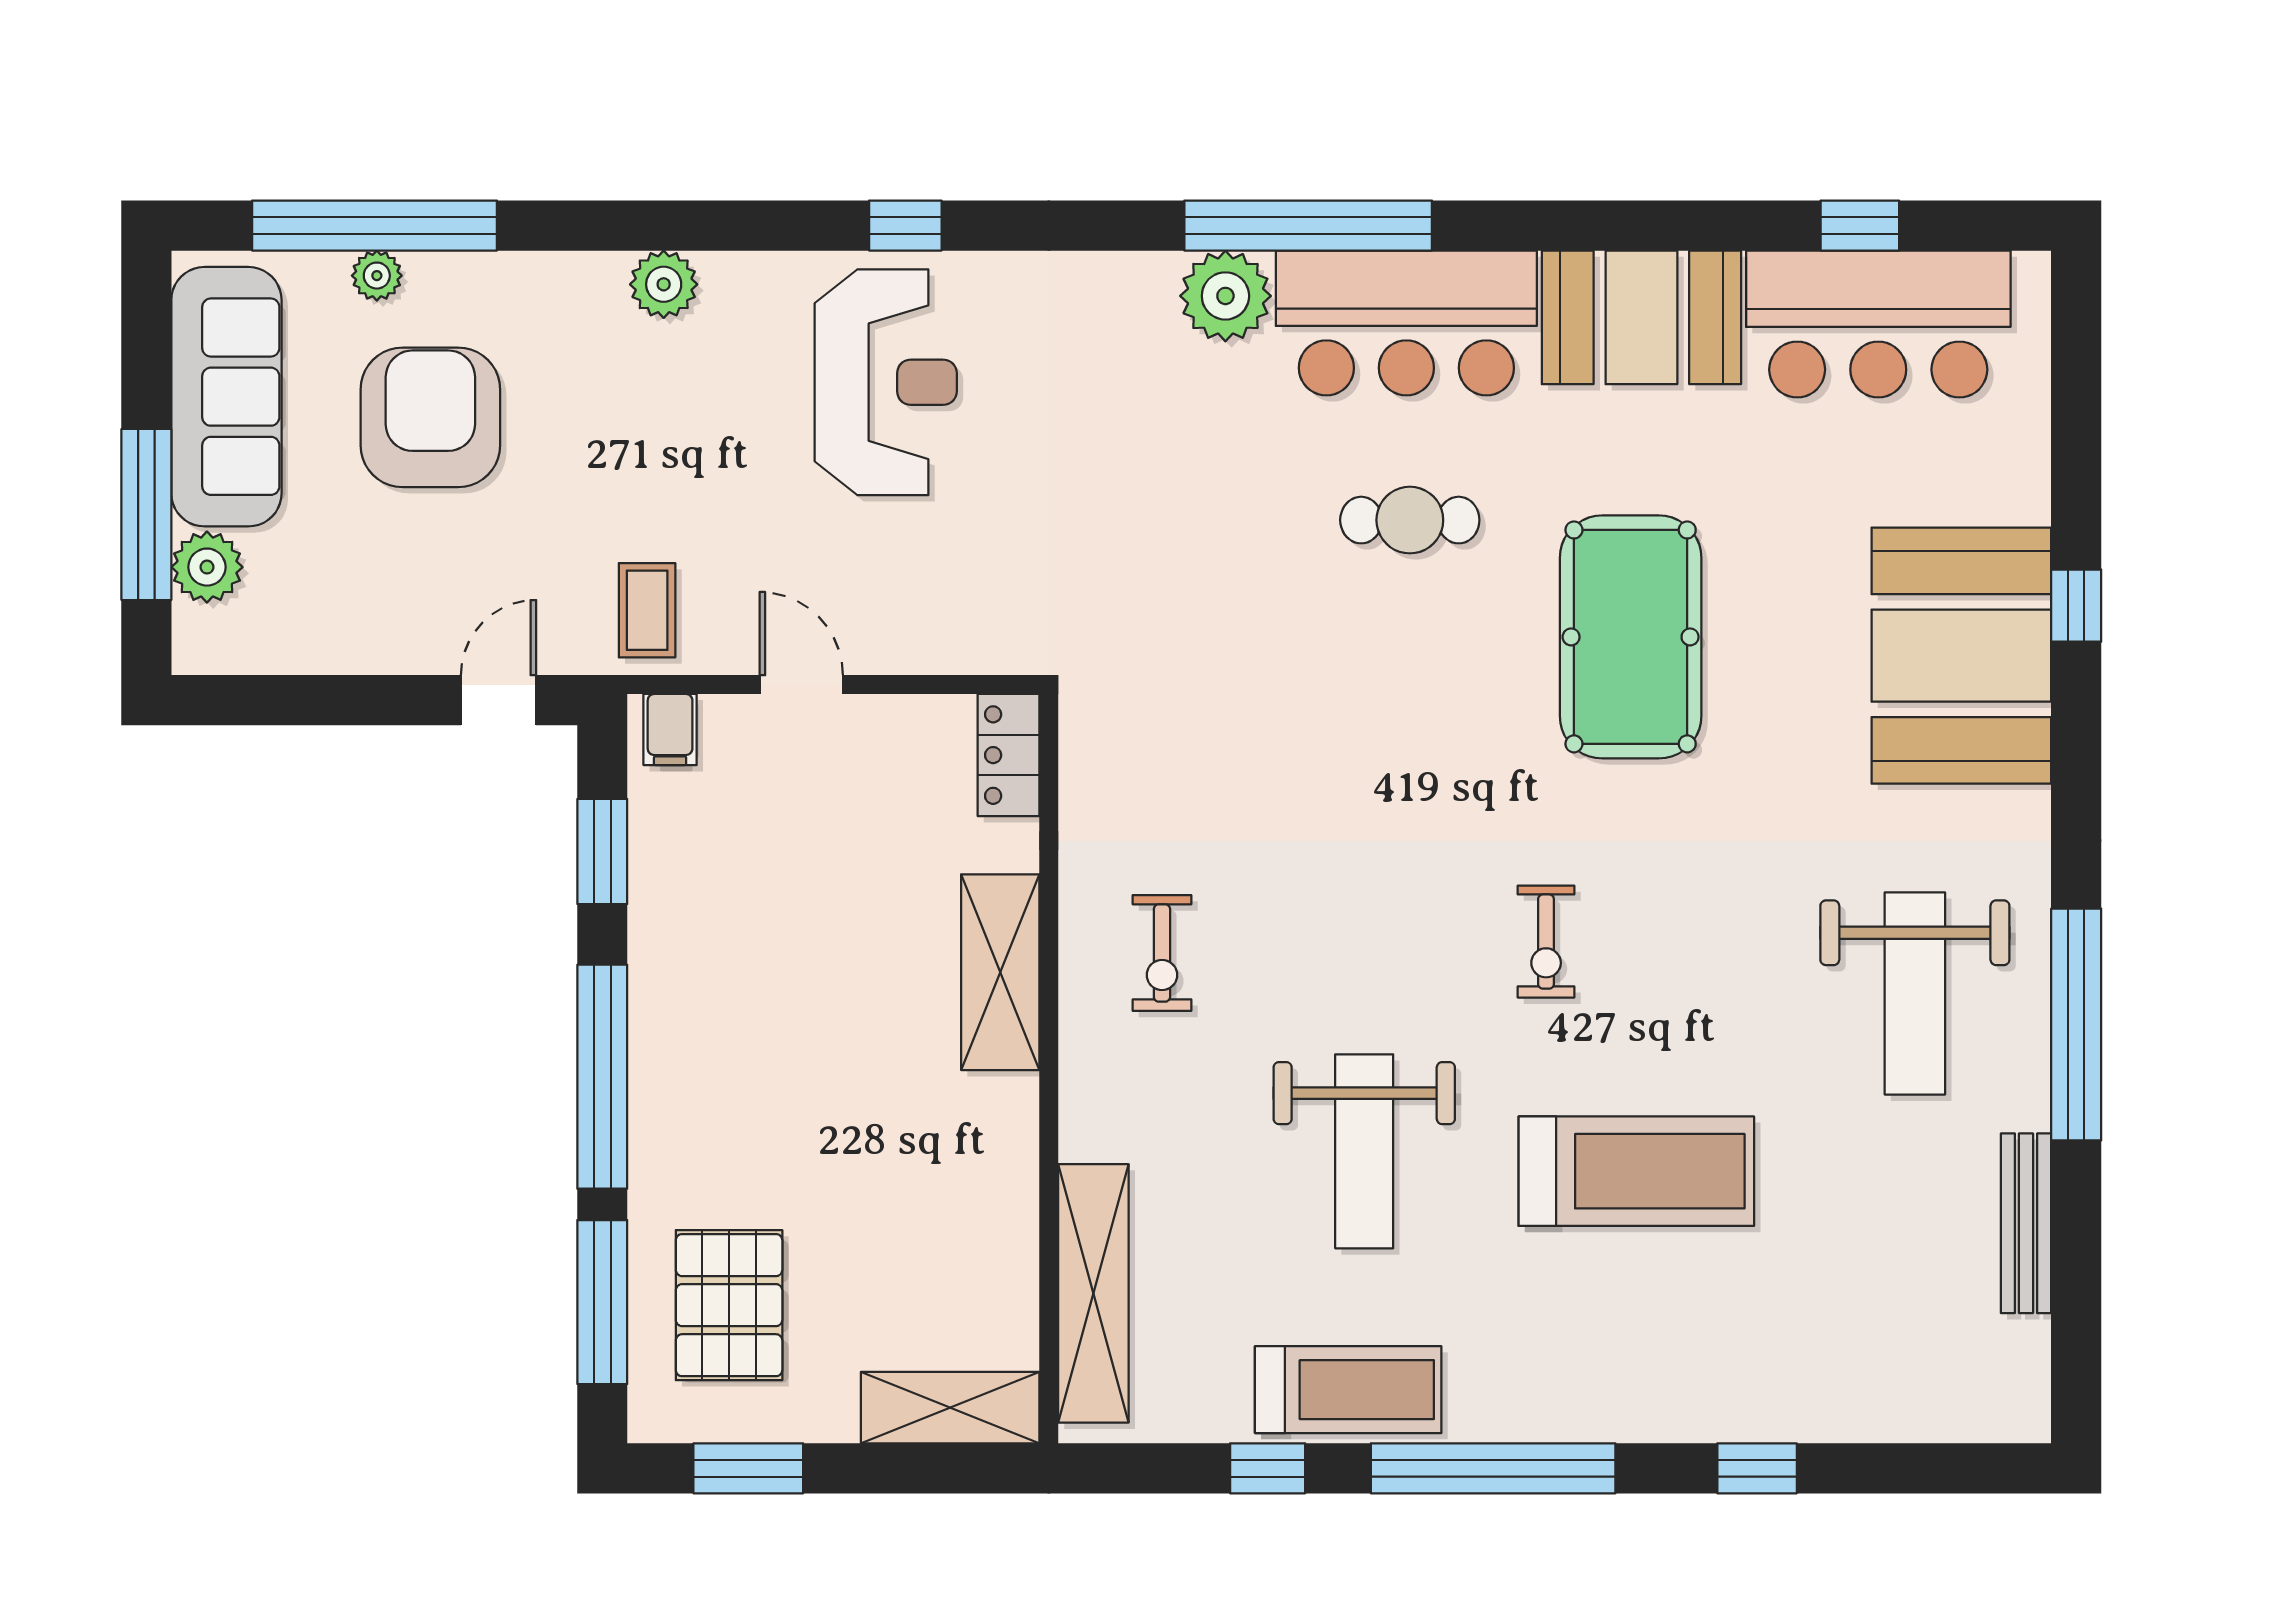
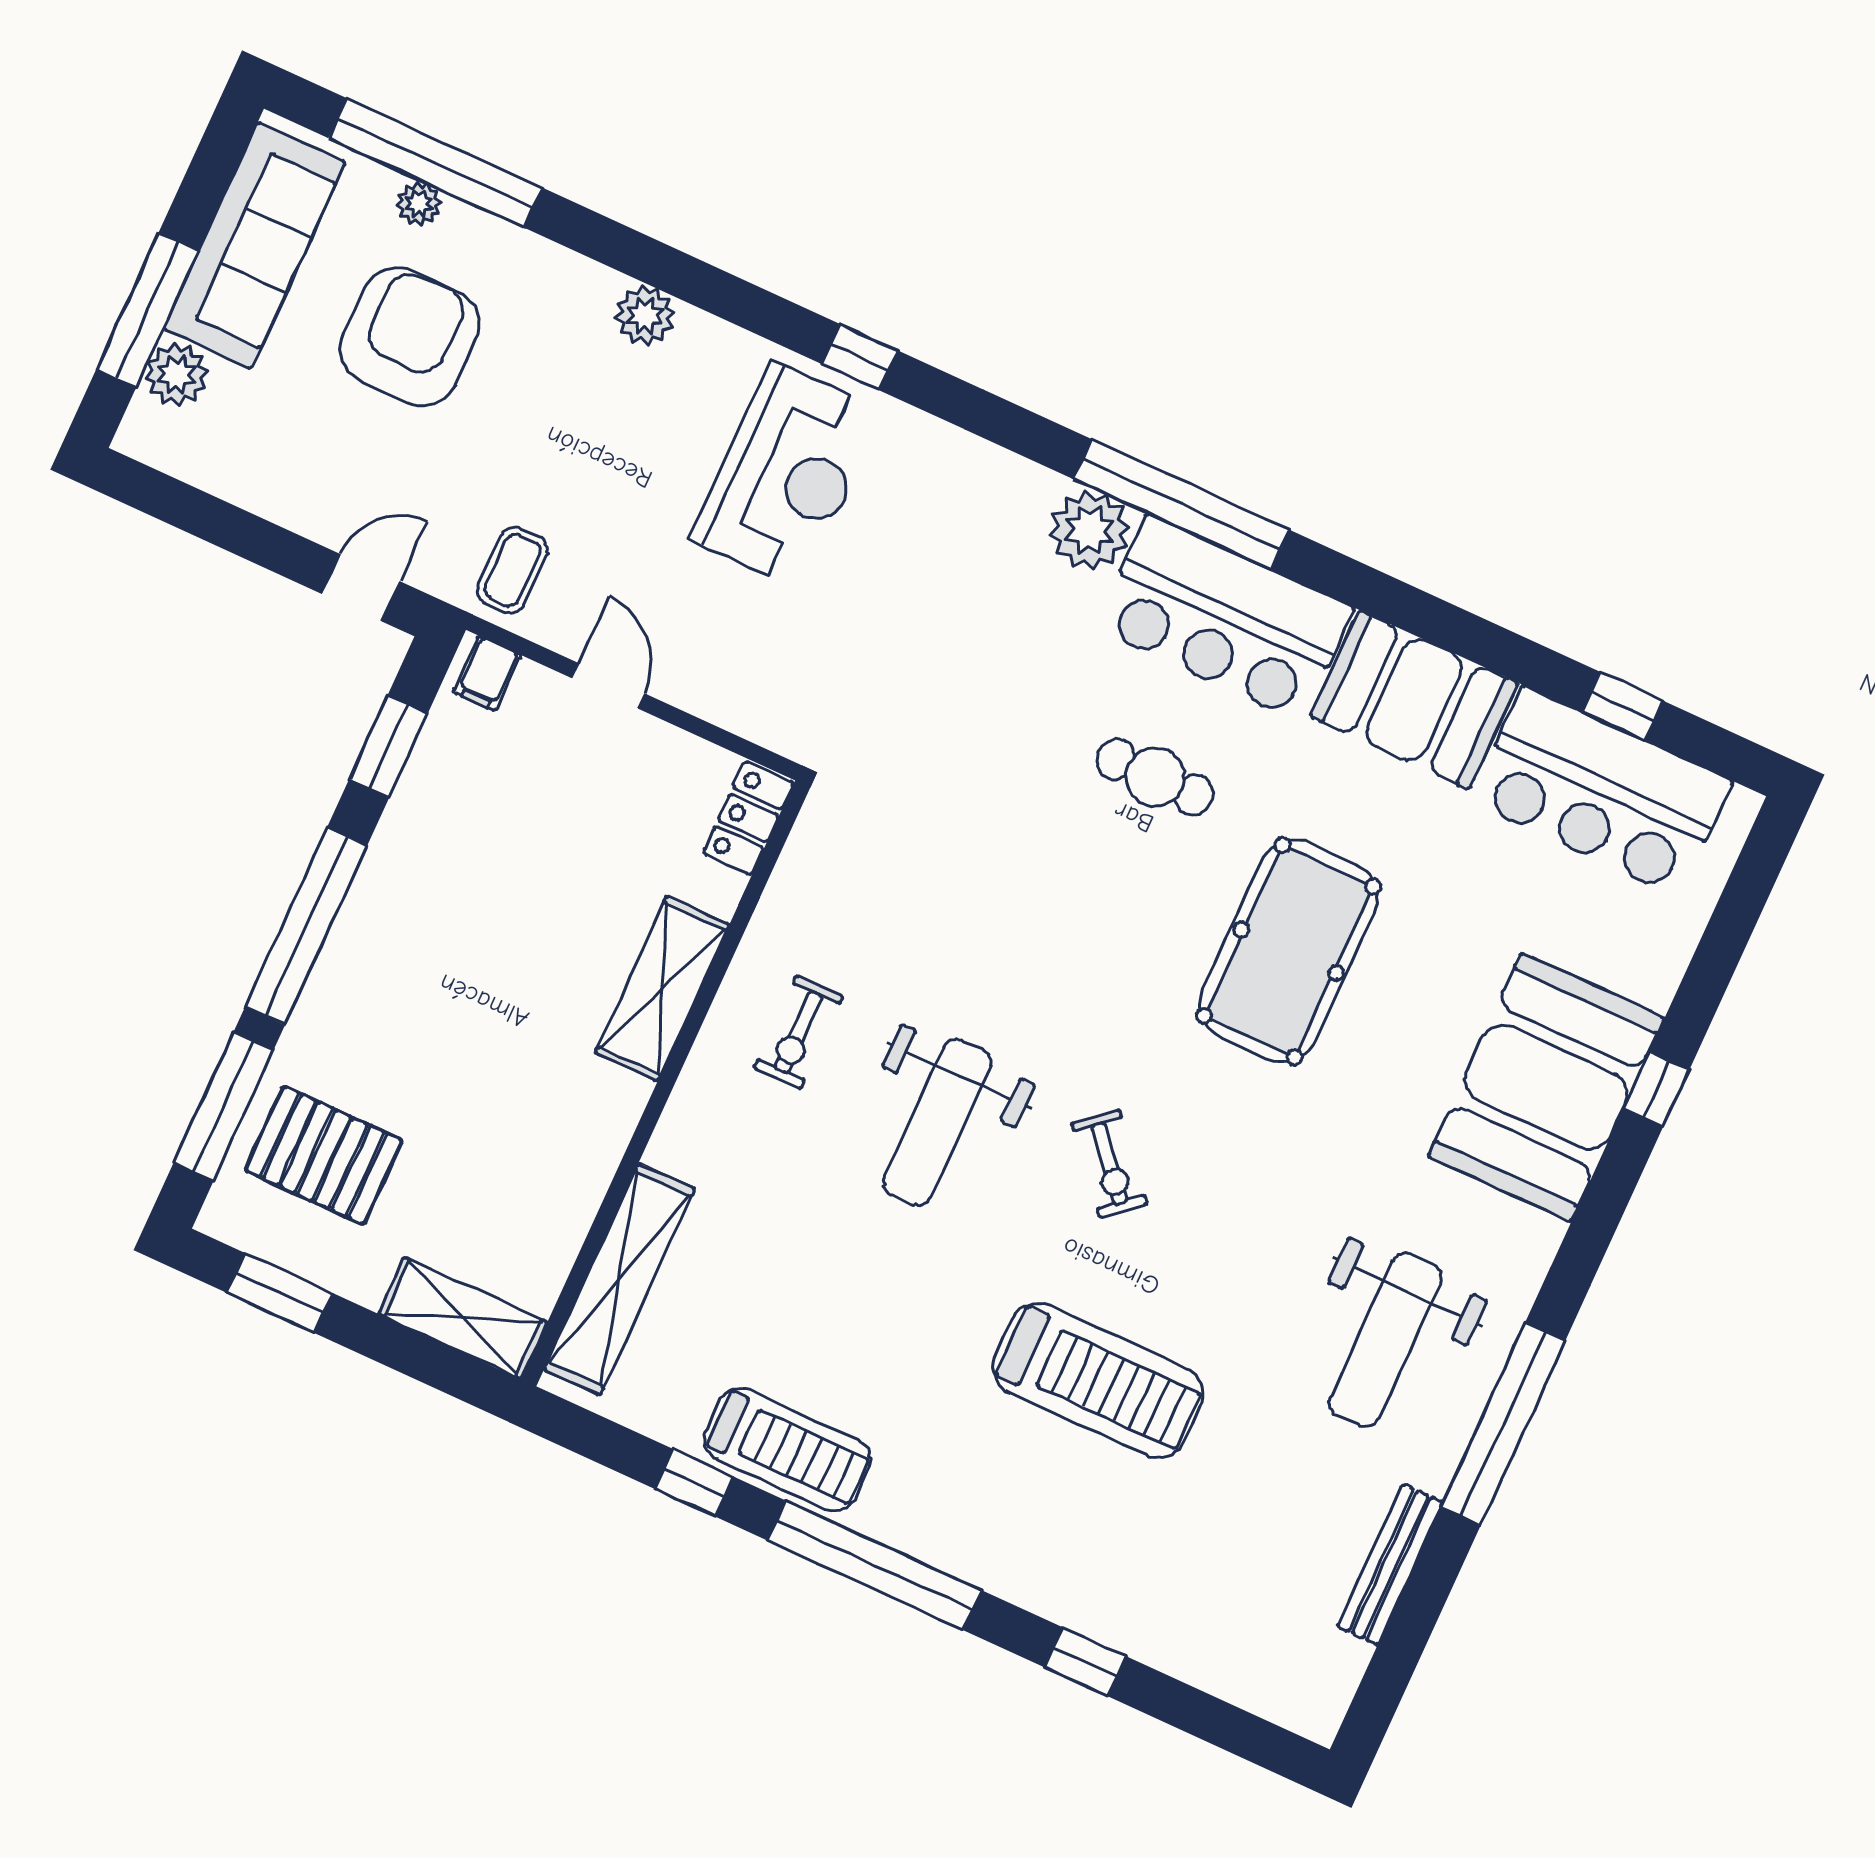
exercise bike: (1546, 942) -> (1110, 1164), turned -41
weight bench: (1364, 1151) -> (937, 1122), moved
pallet: (729, 1305) -> (324, 1155), turned 90

